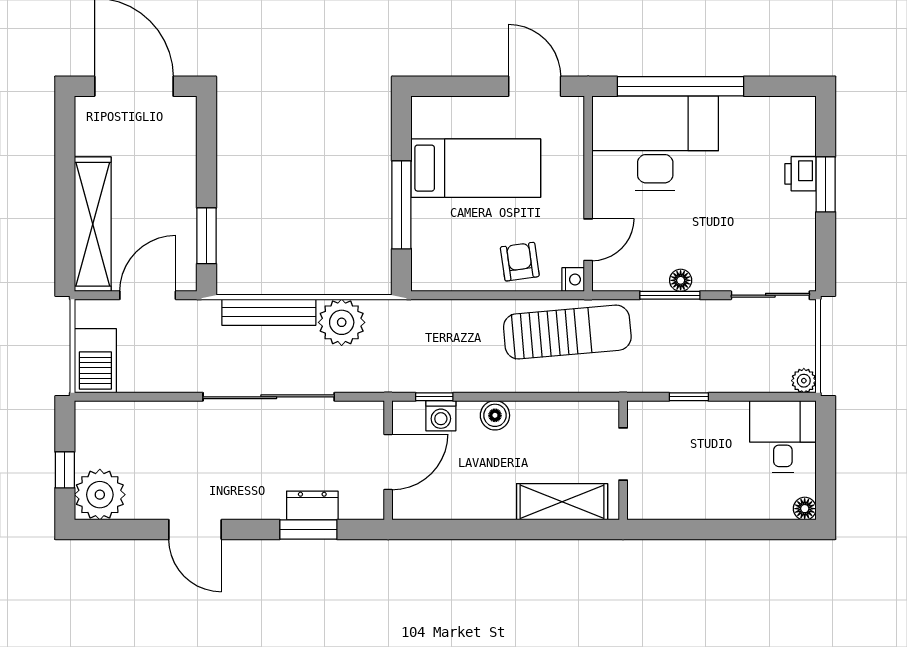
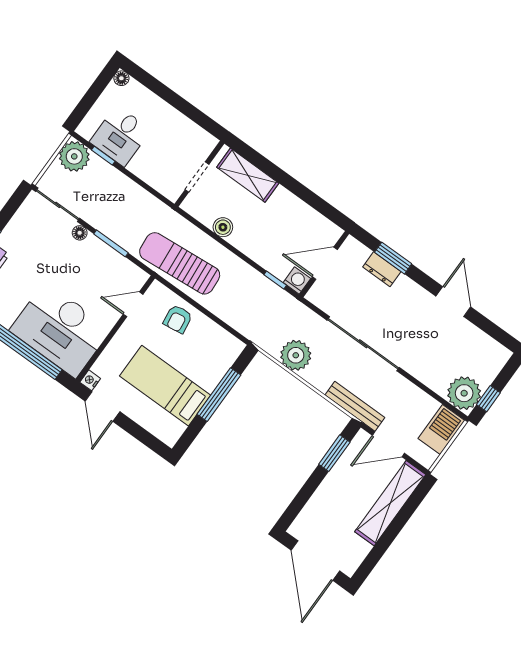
nightstand: (573, 280) -> (90, 380), moved
floor lamp: (681, 280) -> (80, 233), moved
bench: (269, 312) -> (355, 406), moved
plant: (804, 381) -> (74, 156), width x1.88, depth x1.88
window: (689, 397) -> (103, 156), moved
boiler: (495, 415) -> (223, 227), moved
washing machine: (441, 416) -> (297, 281), moved
desk: (783, 436) -> (120, 136), moved
window: (65, 470) -> (488, 399), moved
plant: (100, 495) -> (464, 393), moved

